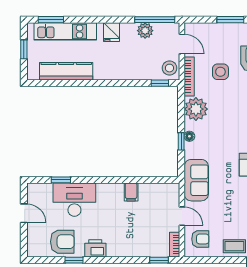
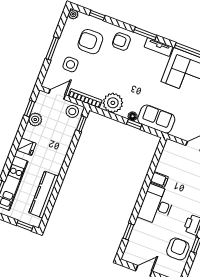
window: (155, 20) -> (29, 109), width x0.46
window: (24, 49) -> (25, 226), moved
side table: (220, 72) -> (70, 64), moved
sofa: (196, 180) -> (156, 119), moved
desk: (74, 200) -> (156, 205), moved

